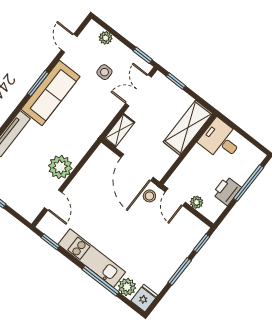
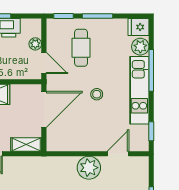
stool: (149, 196) -> (97, 94), moved
door: (175, 197) -> (44, 63), hinge flipped
cafe table: (164, 237) -> (81, 48), added

